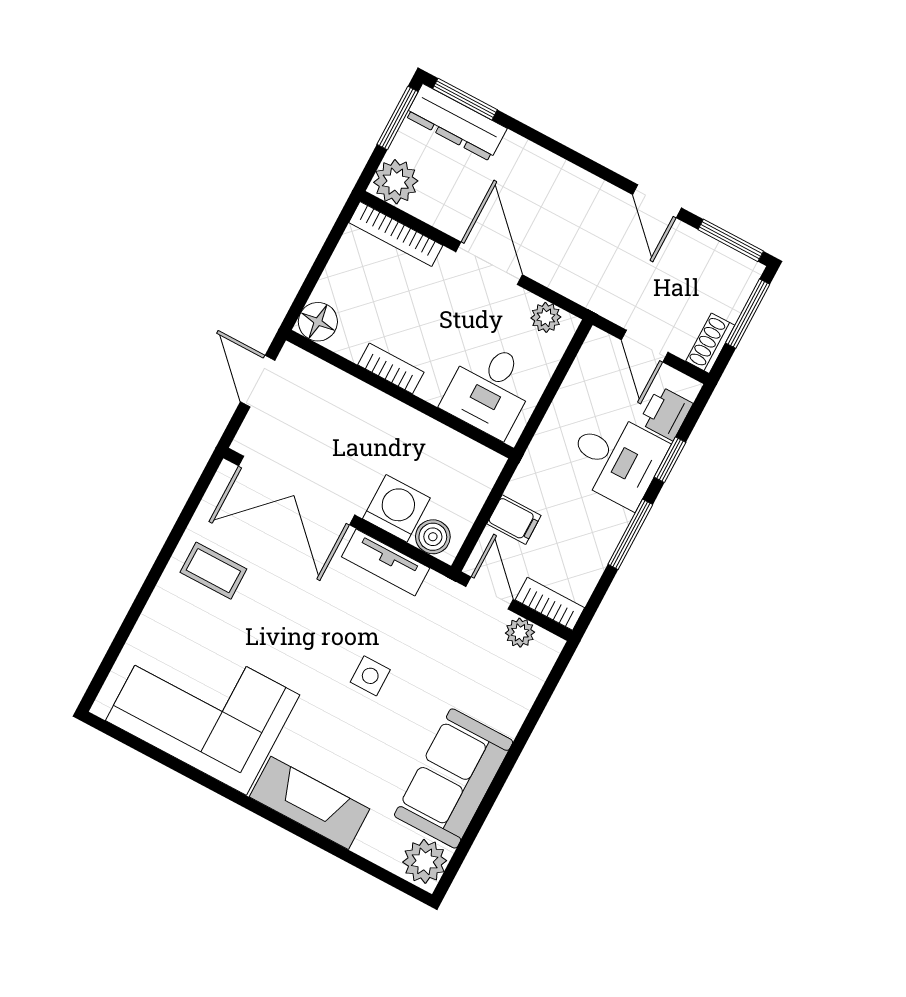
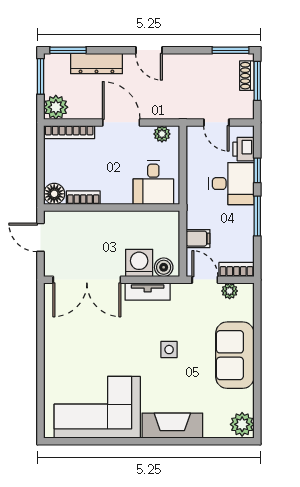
dresser: (456, 122) -> (96, 64), moved
door: (657, 201) -> (149, 50), moved
shoe rack: (710, 343) -> (247, 76), moved
bookcase: (391, 368) -> (83, 198), moved
coffee table: (213, 571) -> (68, 339), removed
sofa: (454, 778) -> (235, 355), moved

